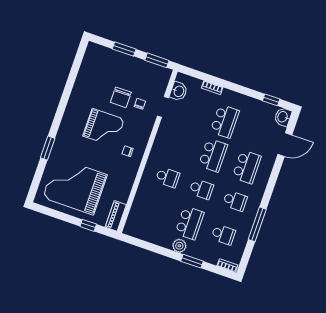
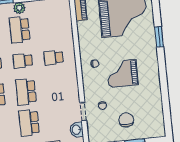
chair: (121, 97) -> (126, 120), moved

